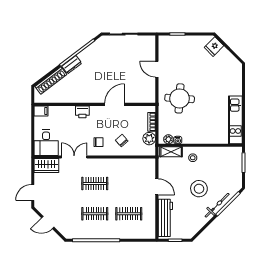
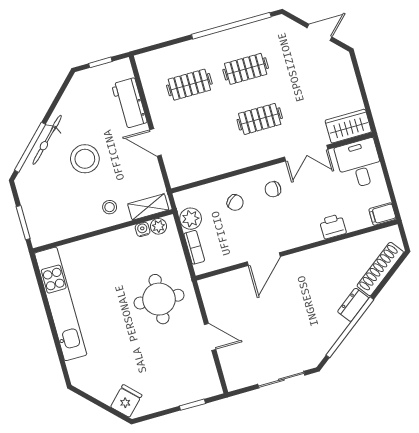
printer: (82, 112) -> (333, 226), moved
kitchen unit: (235, 120) -> (61, 304), width x1.36
door: (33, 192) -> (358, 75), removed
workbench: (165, 218) -> (129, 103), width x0.73

